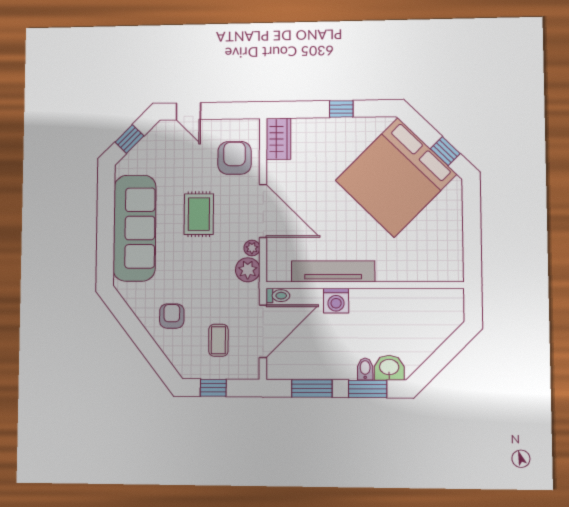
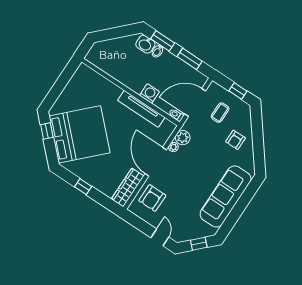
wardrobe: (278, 139) -> (128, 188), width x1.50
rug: (199, 214) -> (189, 182), removed

